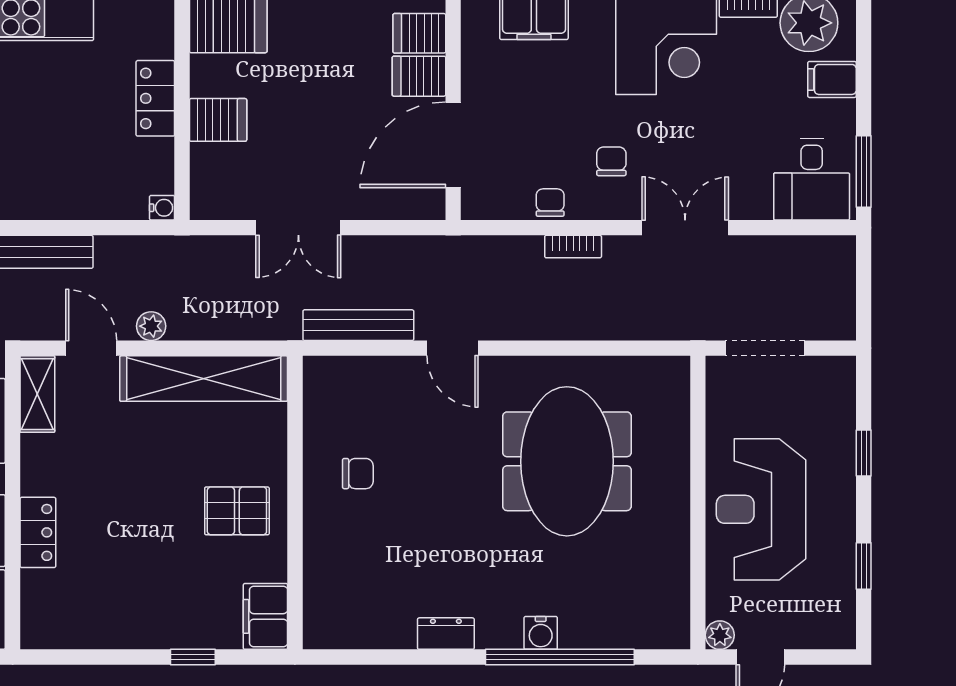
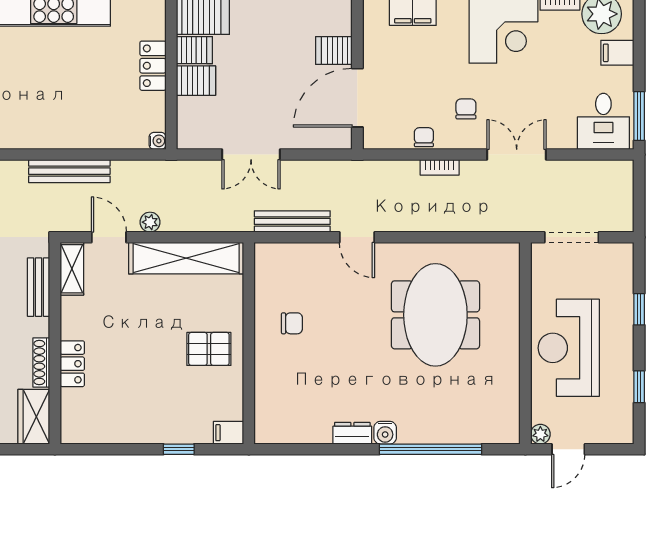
server rack: (419, 33) -> (194, 50), moved, turned 180
filing cabinet: (265, 616) -> (228, 433), width x0.50
water cooler: (541, 633) -> (385, 433), moved

